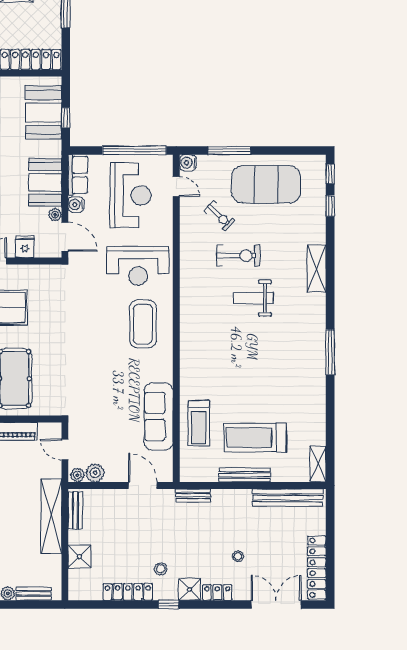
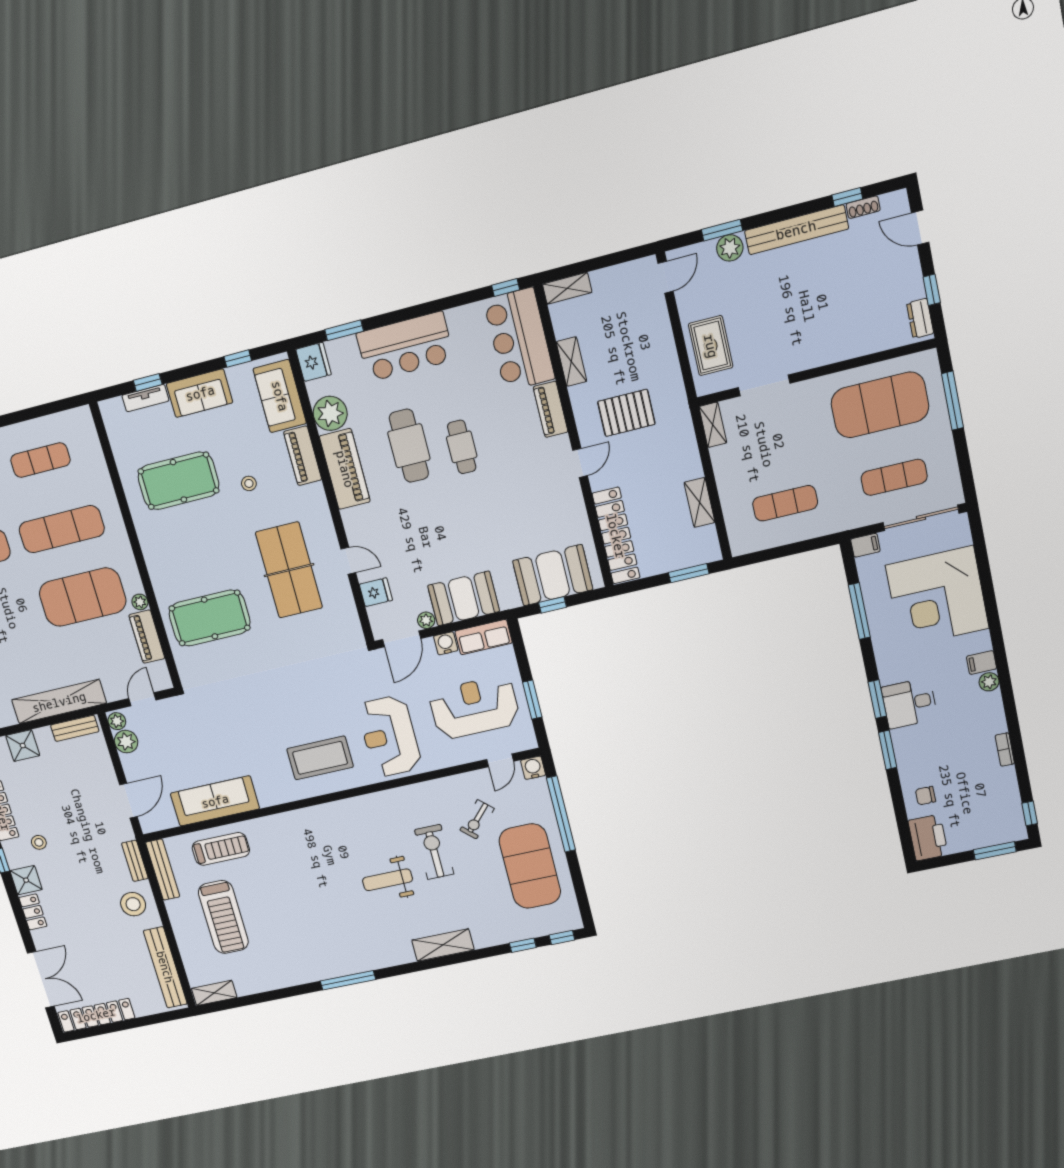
window: (134, 150) -> (532, 700), width x0.47
window: (229, 150) -> (561, 814), width x1.46
reception desk: (130, 195) -> (474, 707), turned 180
exercise bike: (238, 256) -> (434, 852), turned 180
weight bench: (253, 298) -> (387, 880), turned -90
treadmill: (199, 423) -> (221, 849), turned 180
treadmill: (255, 438) -> (223, 917), turned 180
bench: (245, 475) -> (163, 870), moved
stool: (238, 556) -> (133, 904), moved, width x1.89, depth x1.89

